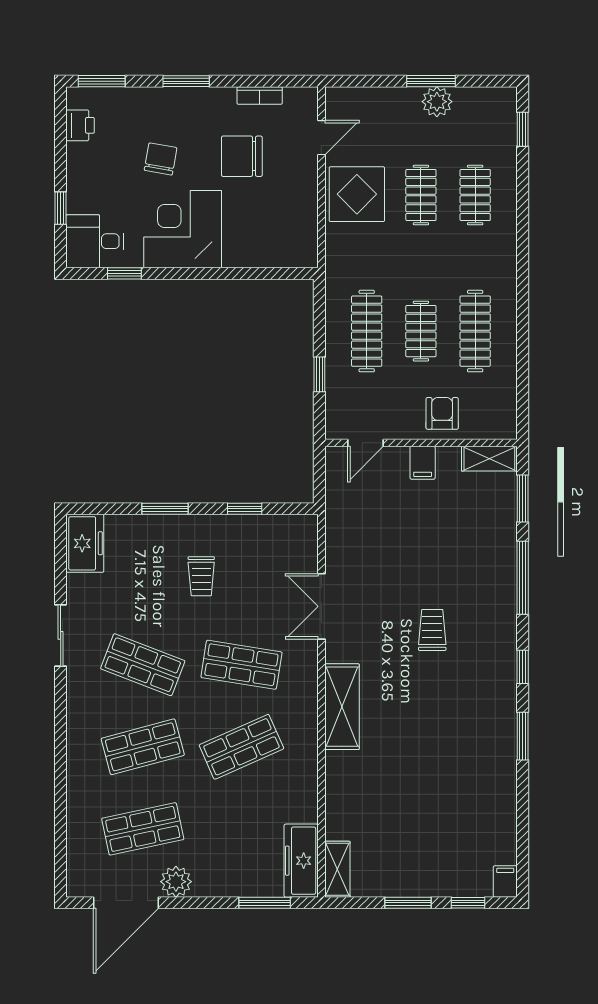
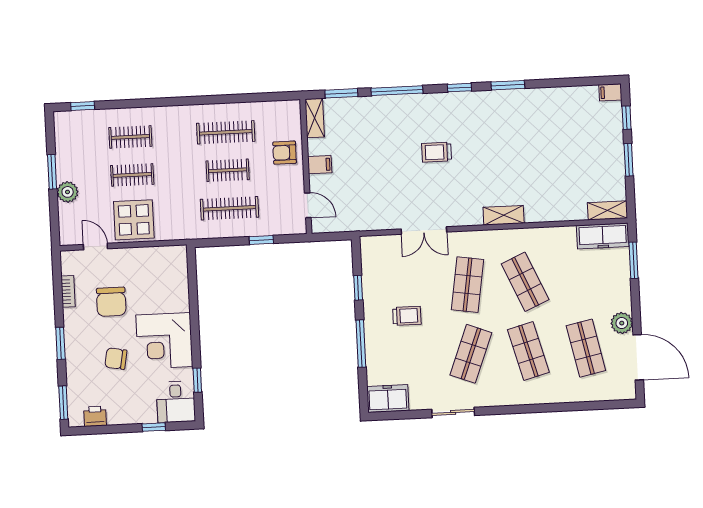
plant: (437, 102) -> (68, 192), moved
window: (165, 509) -> (361, 344), width x1.44
shelving: (342, 707) -> (504, 215), width x0.67, depth x0.75

